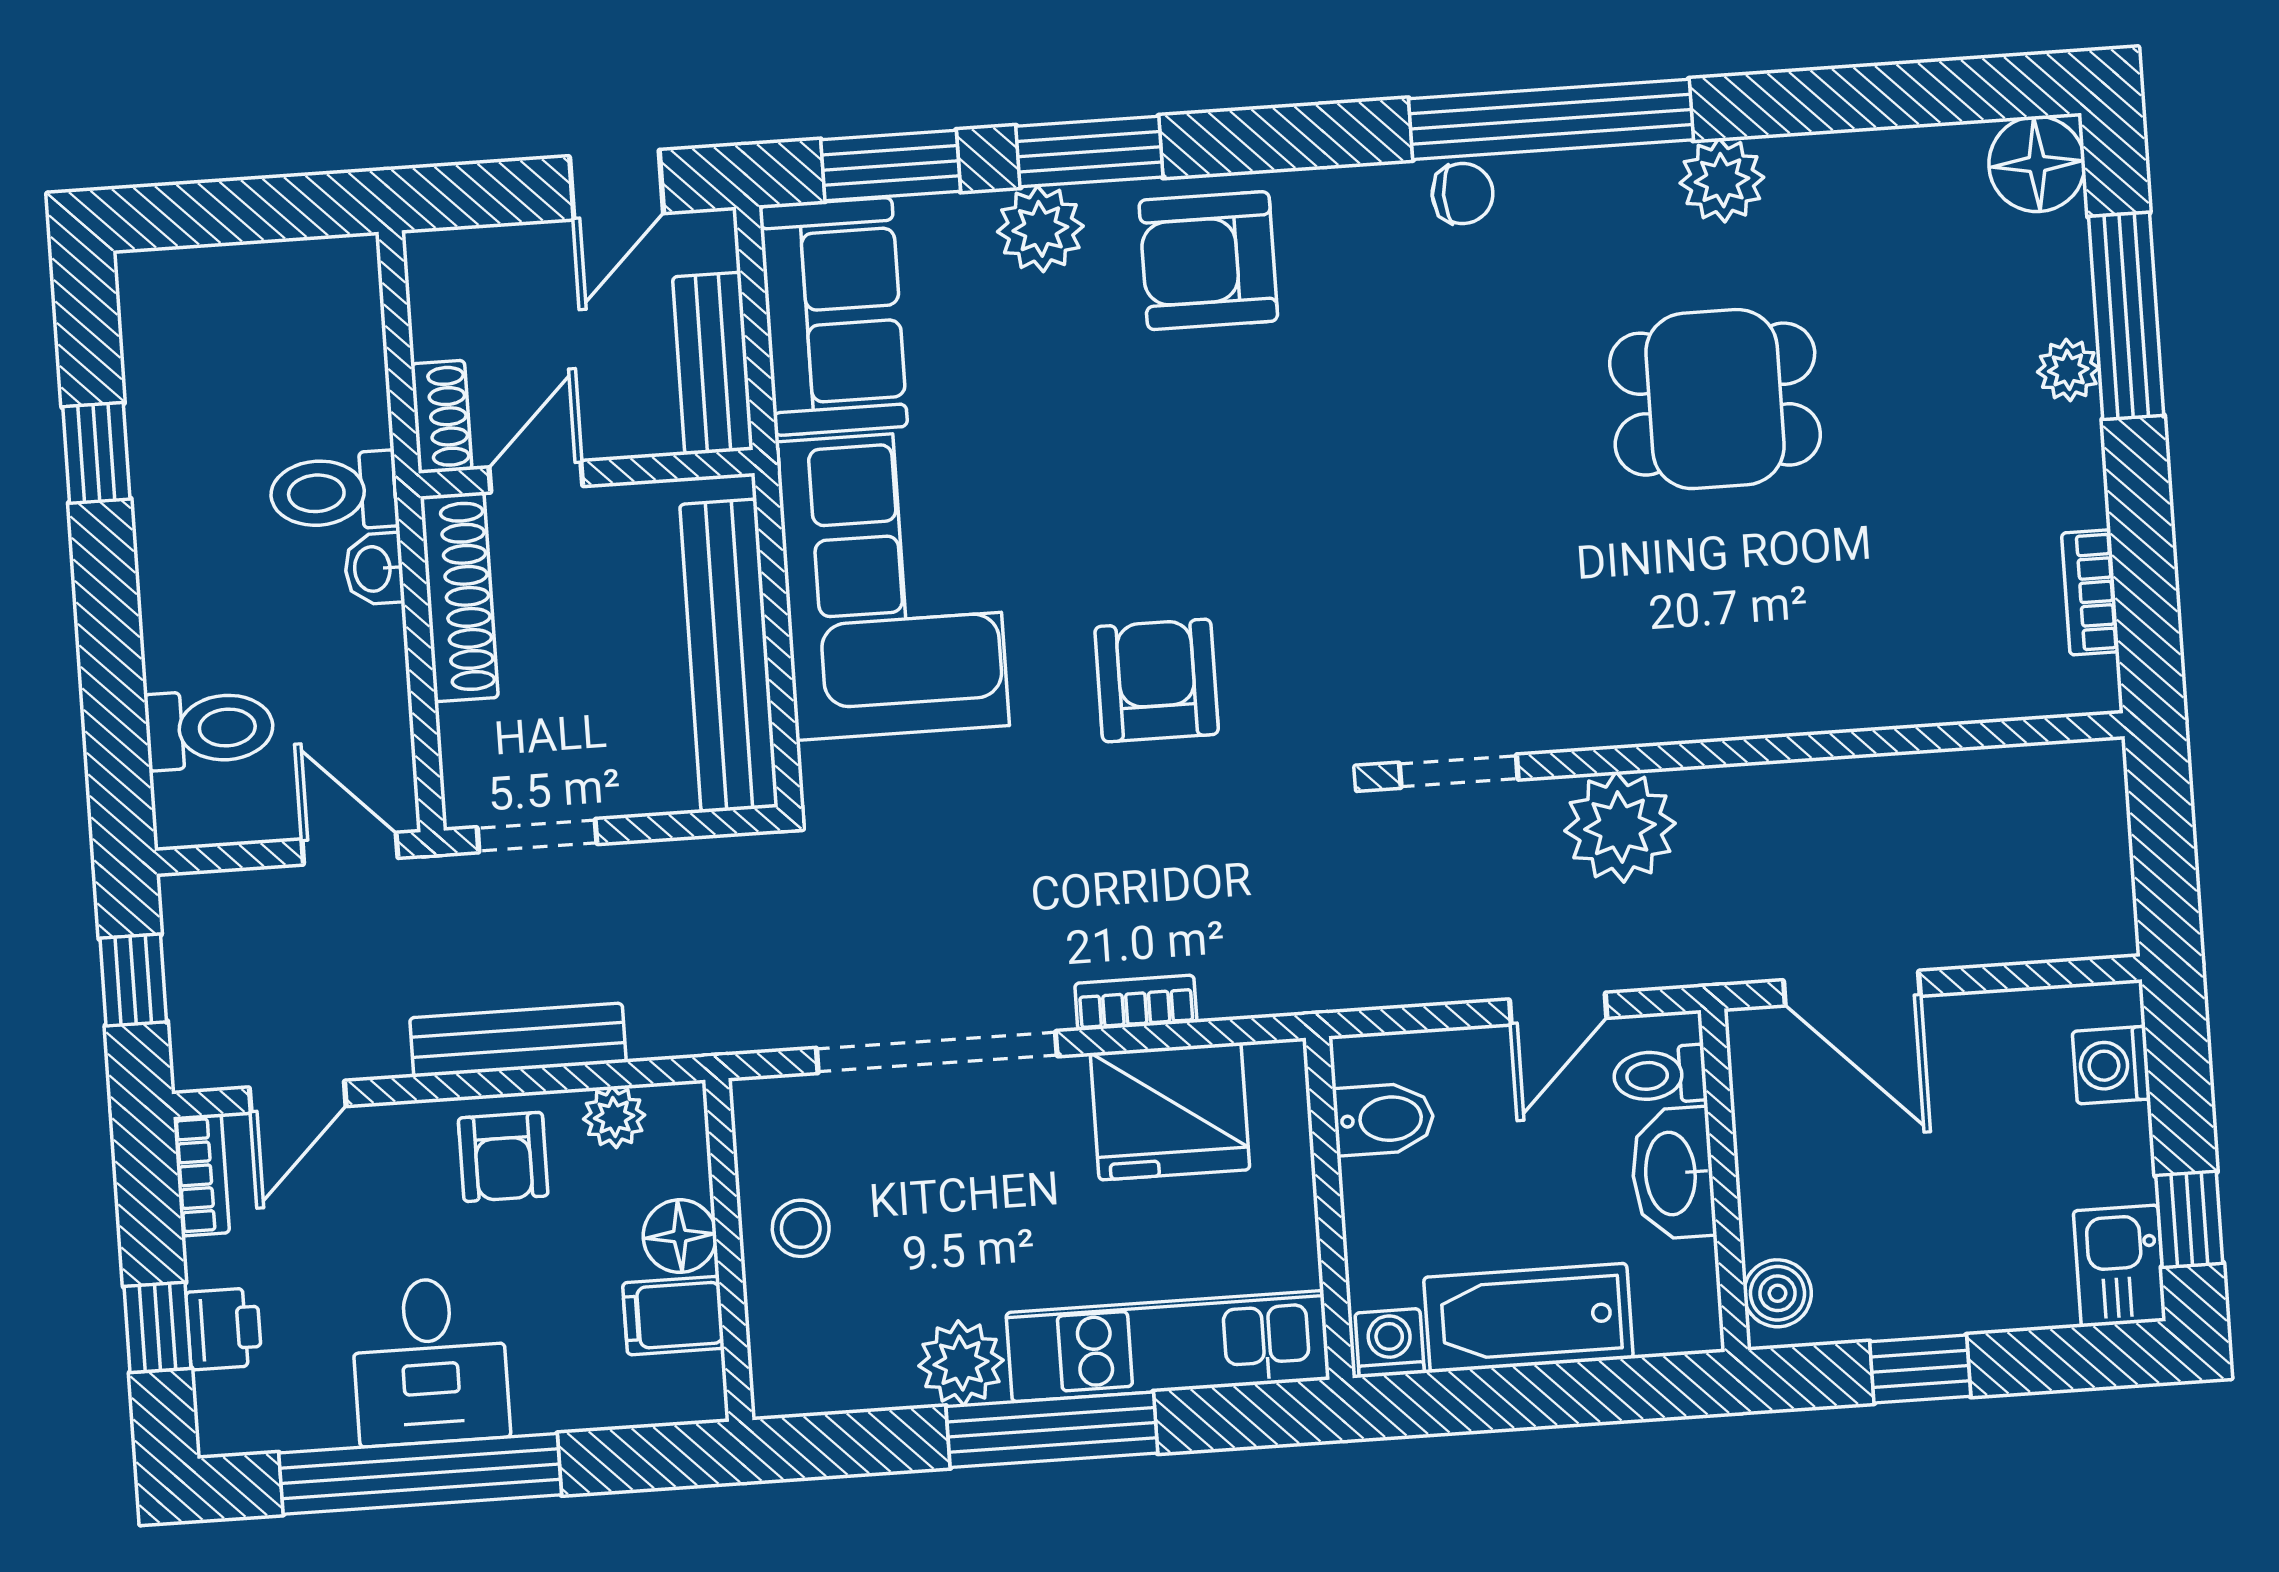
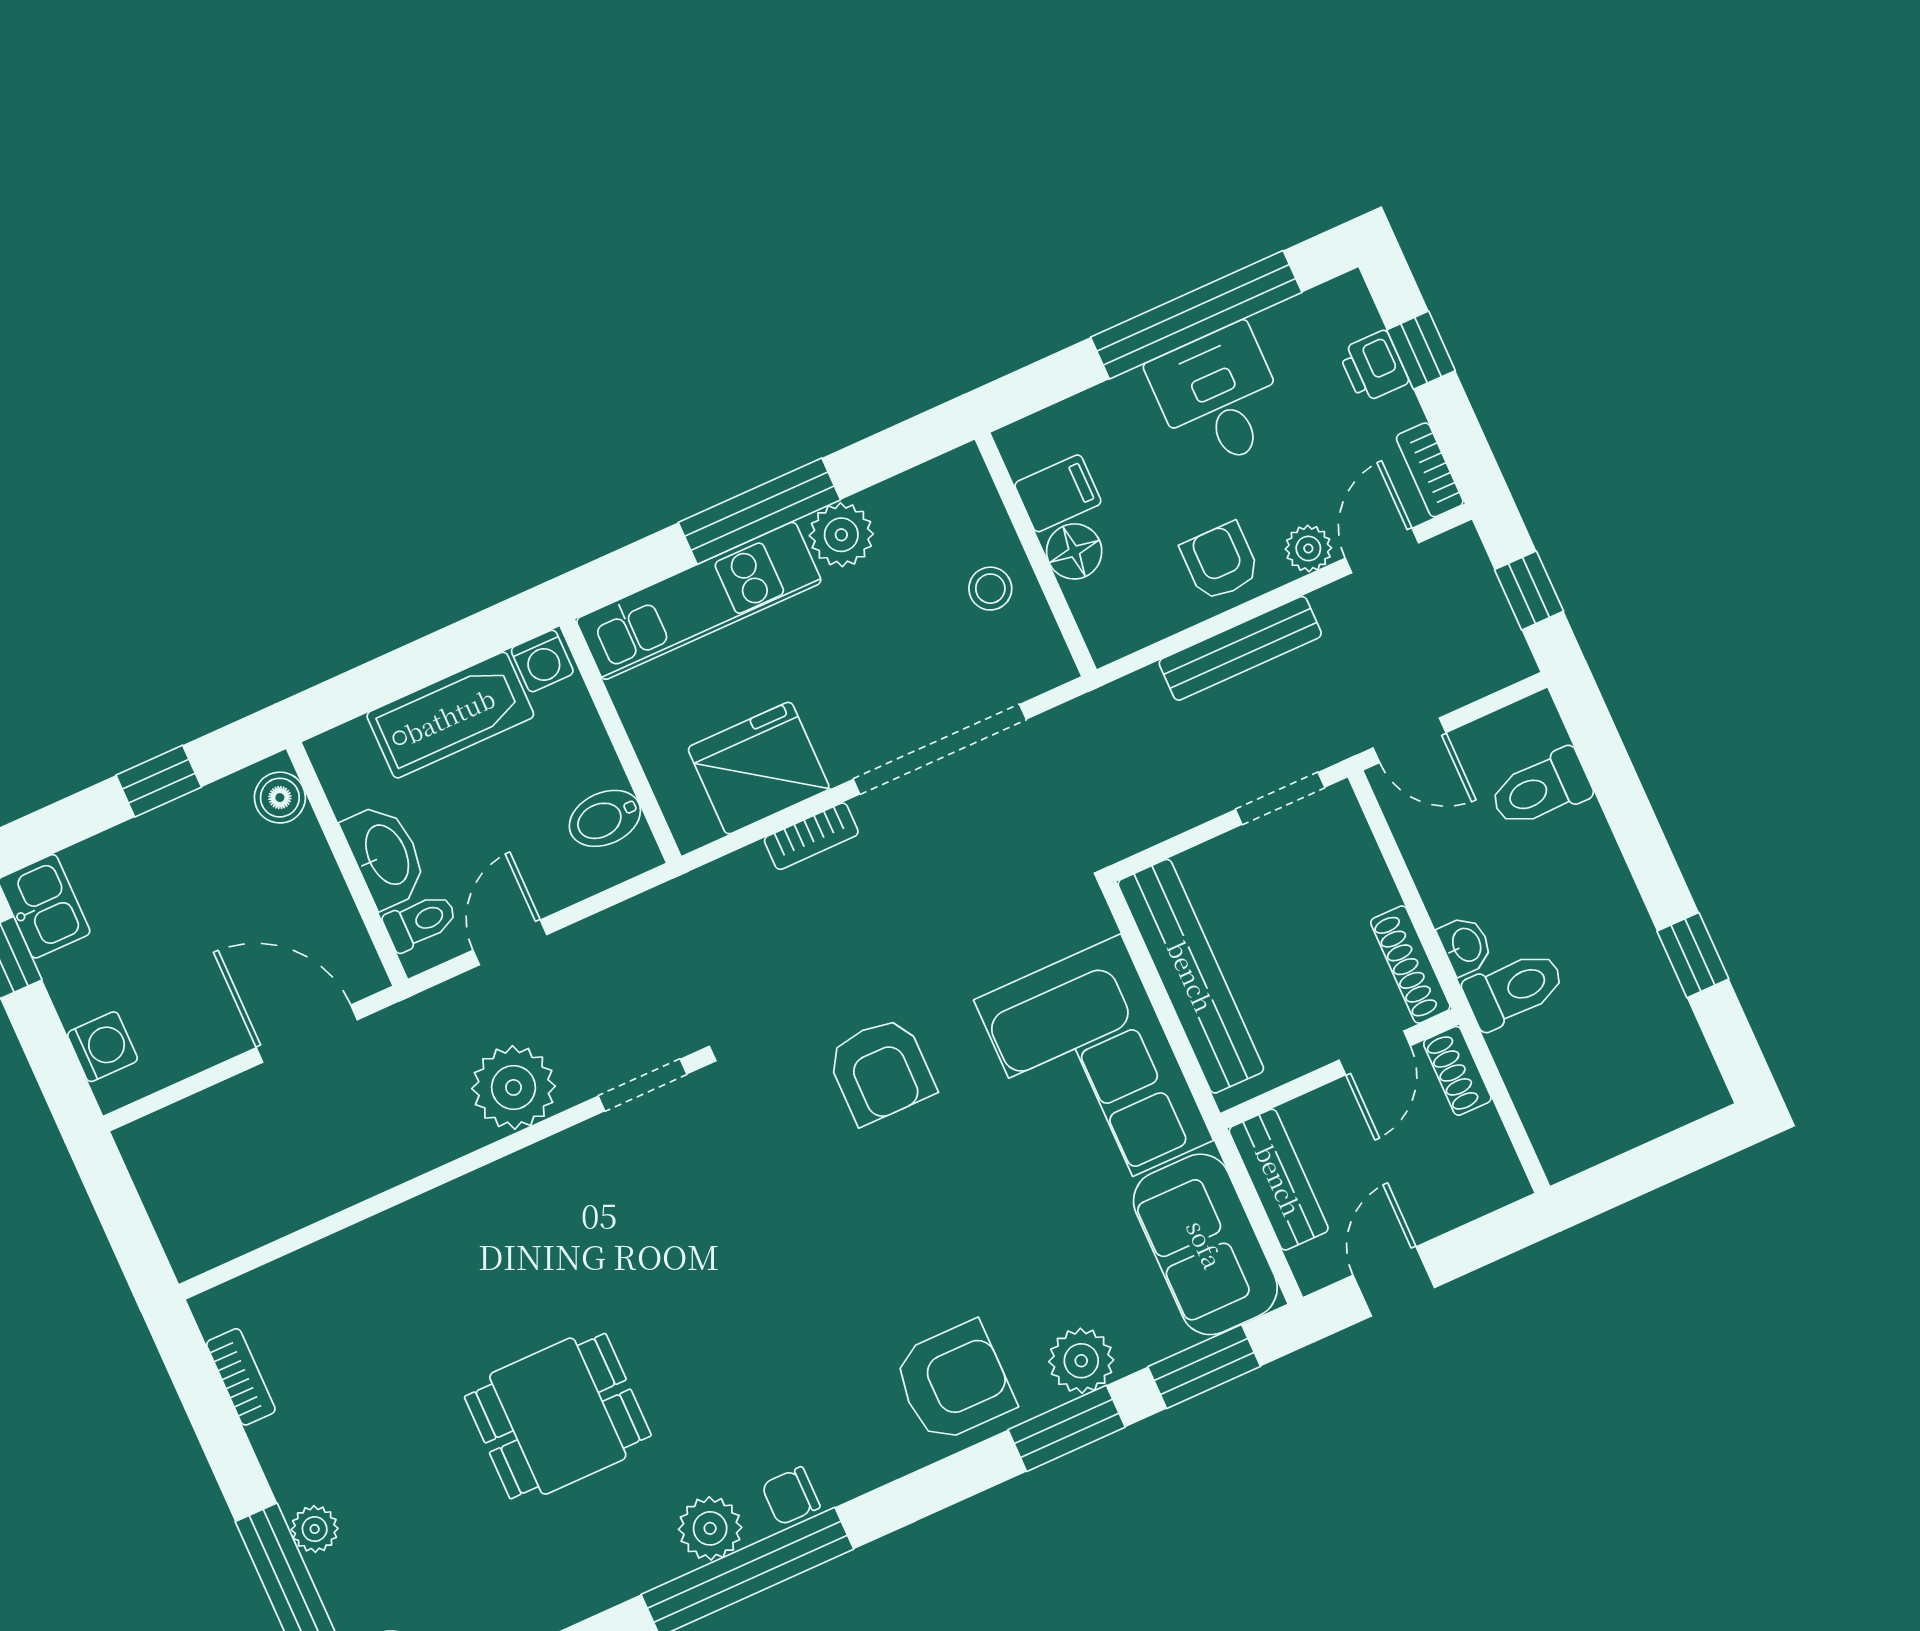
plant: (1722, 180) -> (710, 1528), moved
shoe rack: (459, 597) -> (1410, 965), width x0.74, depth x0.81
plant: (614, 1117) -> (1308, 548), moved

